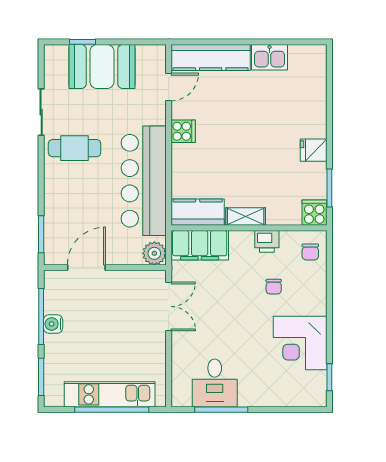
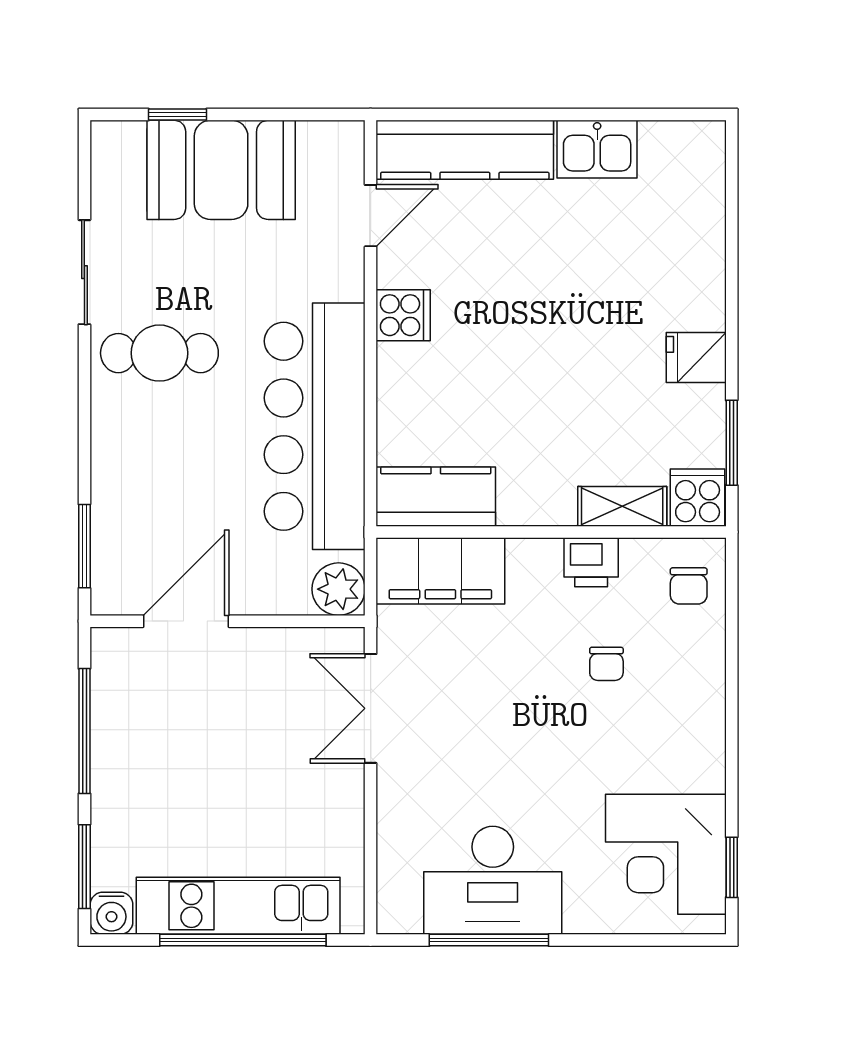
shelving: (246, 216) -> (622, 506), moved
double door: (169, 306) -> (371, 708), swing flipped
water cooler: (53, 324) -> (111, 913), moved, turned -90
corner desk: (300, 343) -> (666, 854), moved
desk: (215, 383) -> (493, 880), width x1.37

